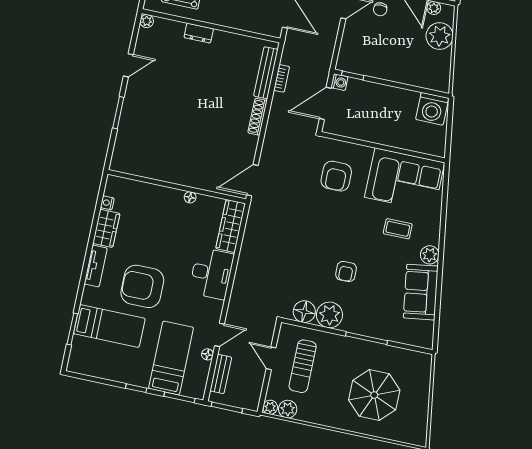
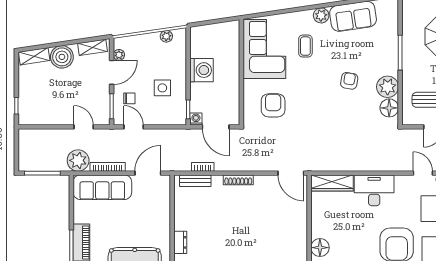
plant: (440, 36) -> (166, 36), moved, width x0.53, depth x0.53
side table: (384, 51) -> (162, 88), added
bench: (266, 73) -> (195, 181), width x0.73
washing machine: (432, 109) -> (202, 70), moved
armchair: (336, 176) -> (273, 105), turned -90
floor lamp: (190, 197) -> (320, 248), moved, width x1.89, depth x1.89
armchair: (346, 271) -> (349, 81), turned -79

